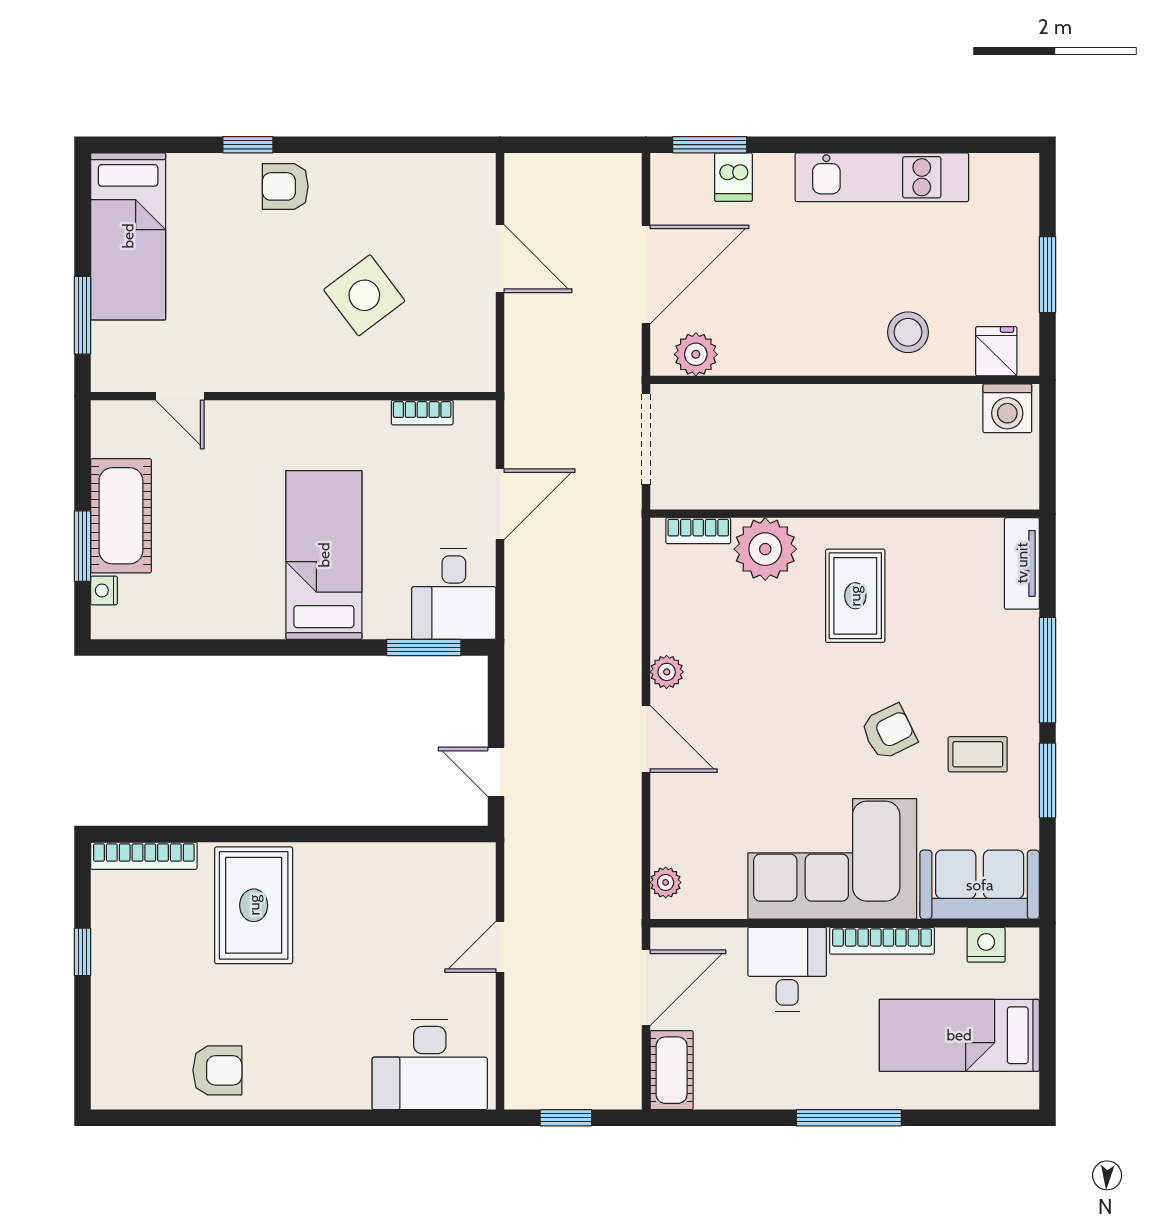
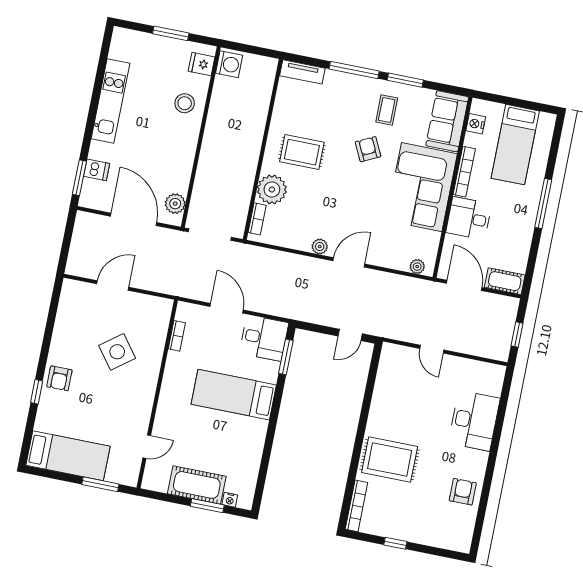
desk: (430, 1064) -> (474, 421), moved

